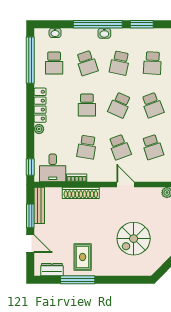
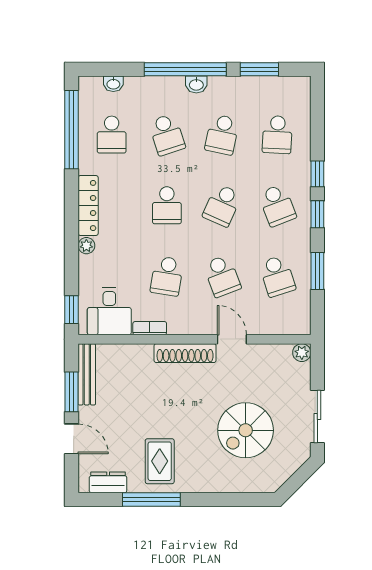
shoe rack: (81, 193) -> (185, 353), moved

